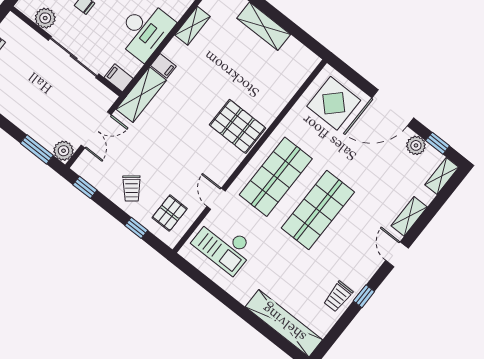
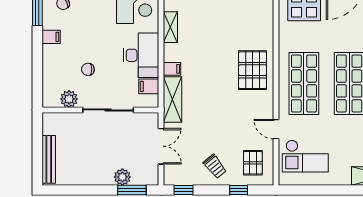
filing cabinet: (119, 78) -> (149, 86), moved
pallet: (238, 126) -> (253, 70), turned 90
plant: (64, 151) -> (122, 177), moved

